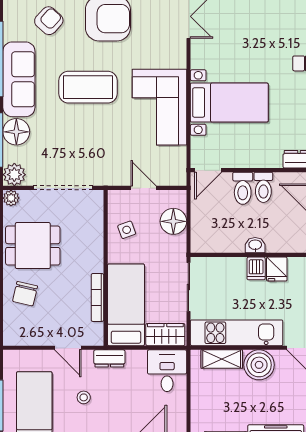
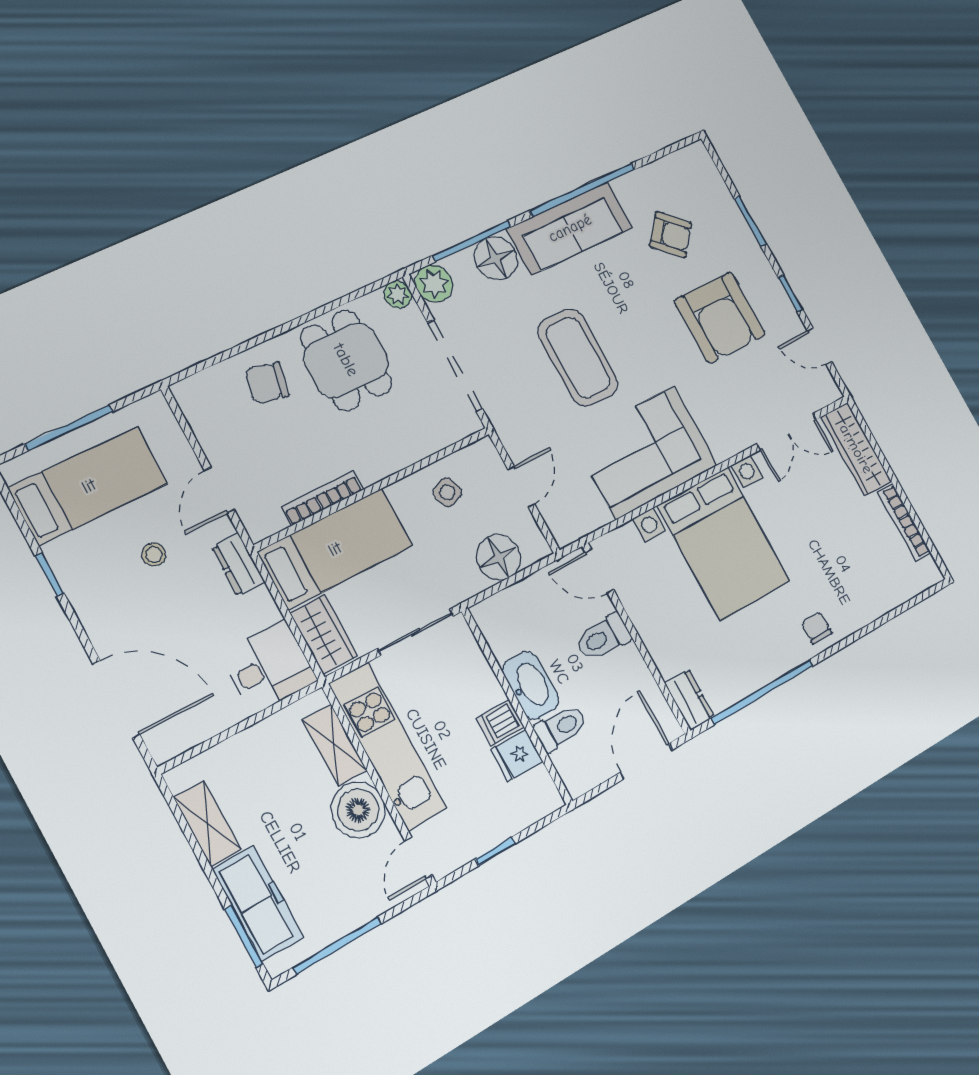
coffee table: (88, 87) -> (578, 358), moved
bed with nightstands: (229, 103) -> (724, 544), width x1.36
toilet: (263, 187) -> (561, 728), moved, turned 180
washbasin: (255, 245) -> (531, 685), width x1.91, depth x1.45

